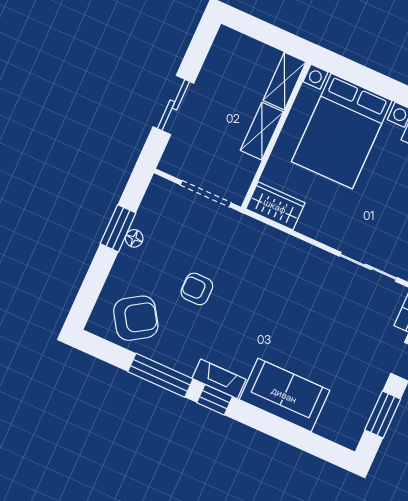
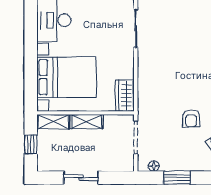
window: (266, 33) -> (31, 144), added
sliding door: (173, 105) -> (81, 178), moved
floor lamp: (134, 238) -> (154, 166), moved

